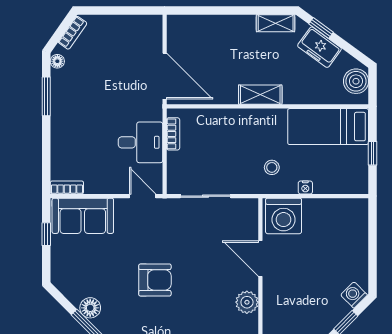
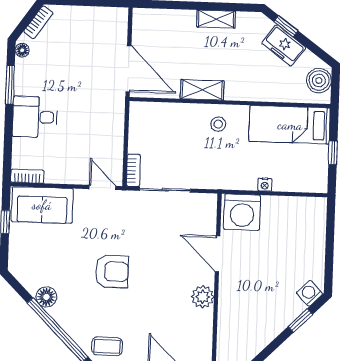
shelving: (276, 23) -> (216, 19), moved
shelving: (260, 95) -> (202, 90), moved
bookcase: (173, 134) -> (133, 170), moved
desk: (140, 142) -> (35, 117), moved, turned 180
stool: (272, 167) -> (218, 124), moved

